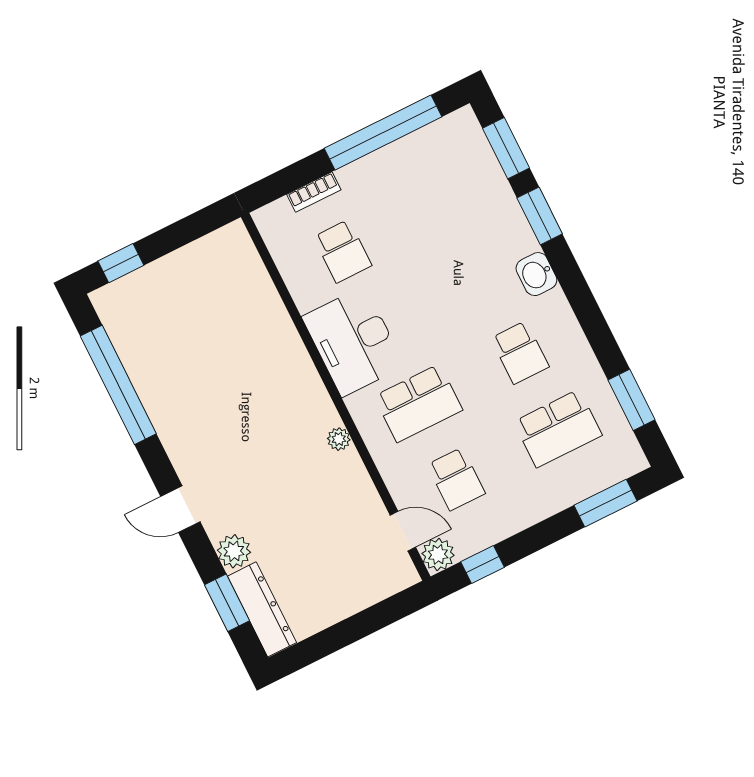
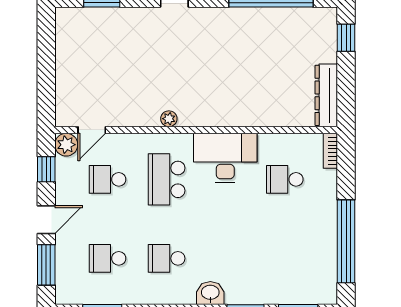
bookcase: (314, 192) -> (330, 151), moved
school desk: (558, 428) -> (108, 258), width x0.54
door: (547, 532) -> (46, 220), added
plant: (234, 551) -> (132, 19), removed
dresser: (262, 609) -> (326, 95), moved, turned 90

